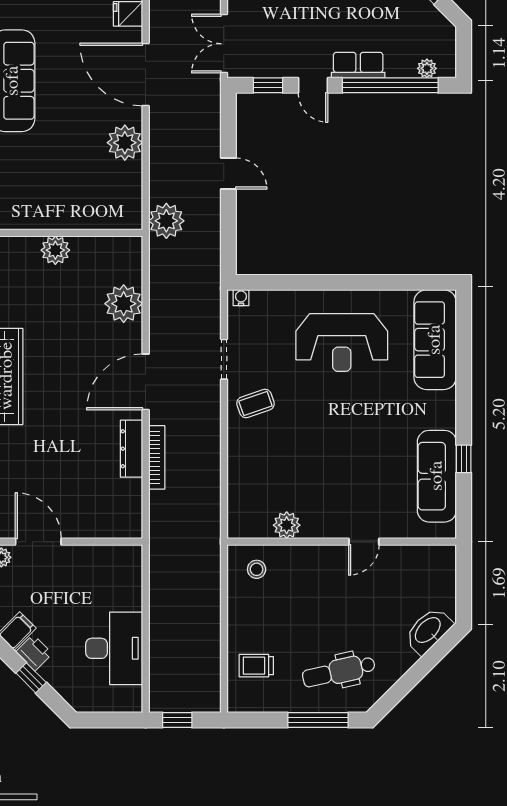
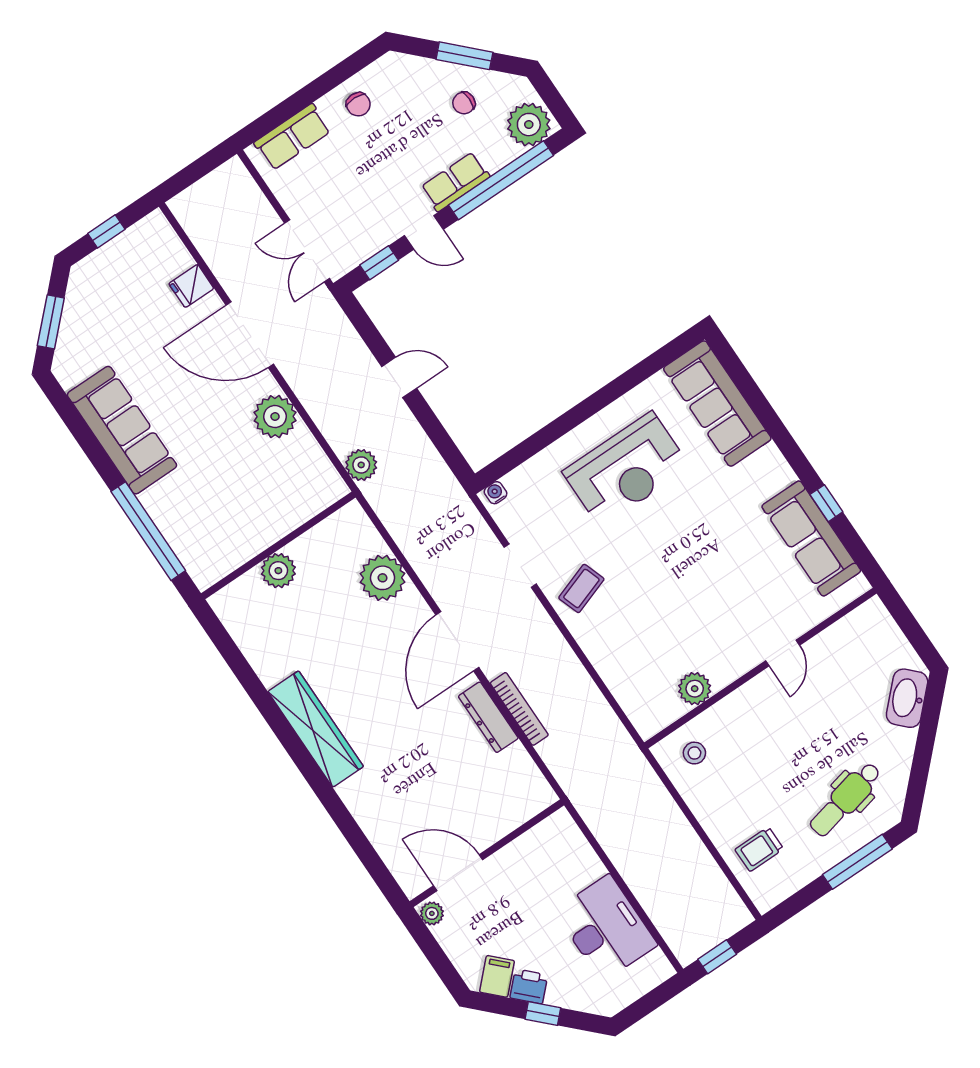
chair: (401, 15) -> (464, 103), added
plant: (427, 68) -> (529, 125), width x1.88, depth x1.88
plant: (166, 221) -> (361, 465), width x0.73, depth x0.73

